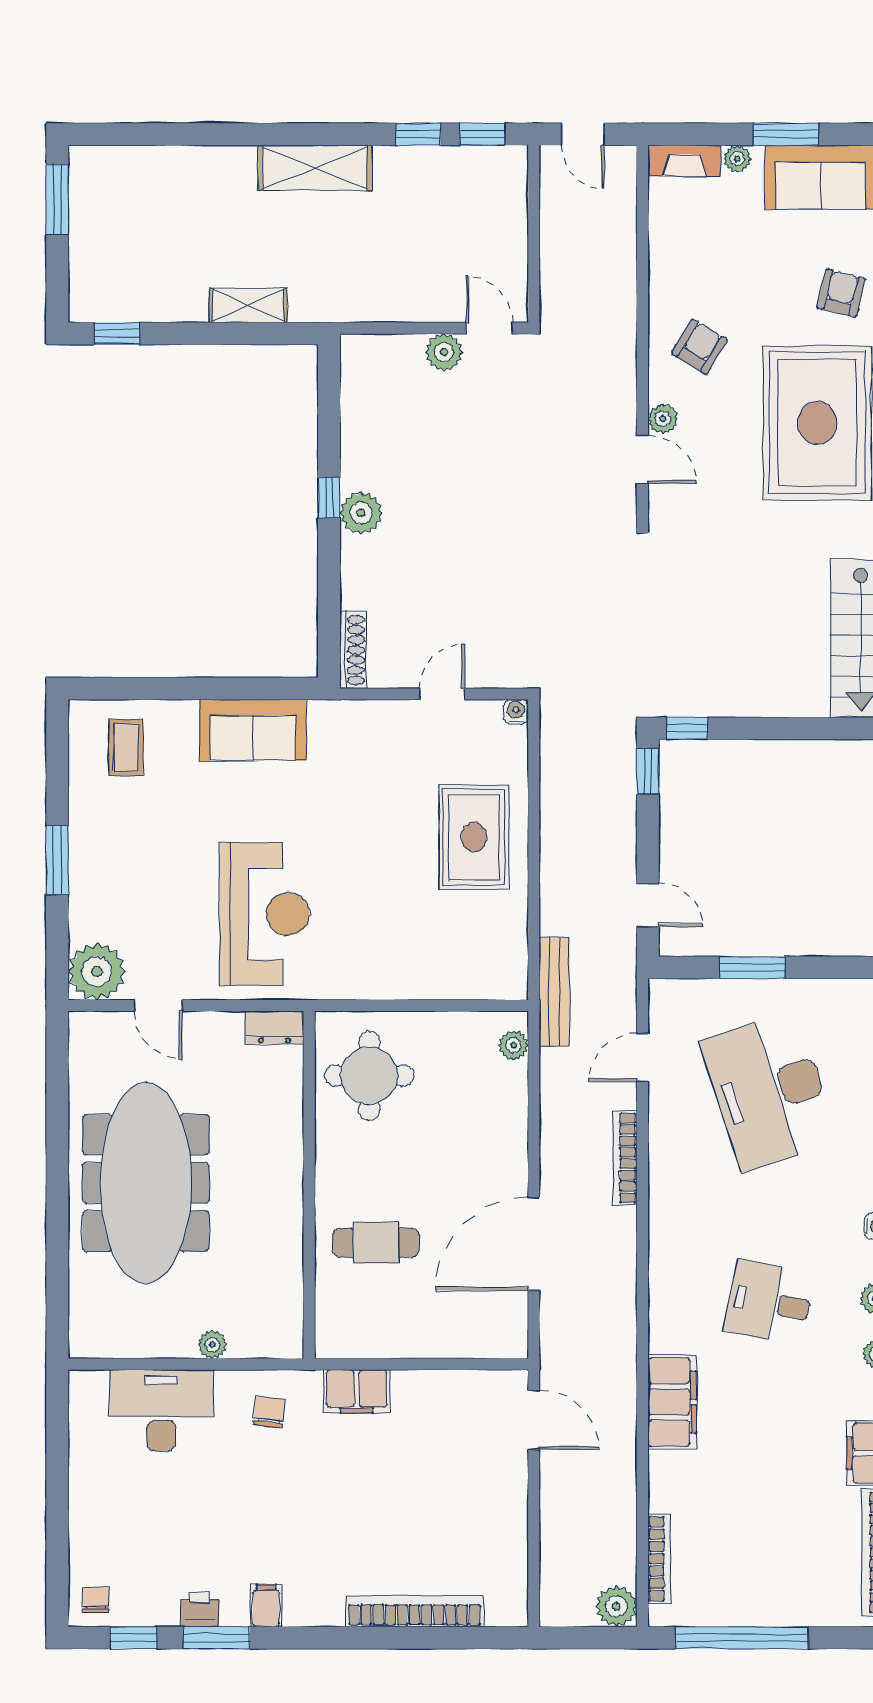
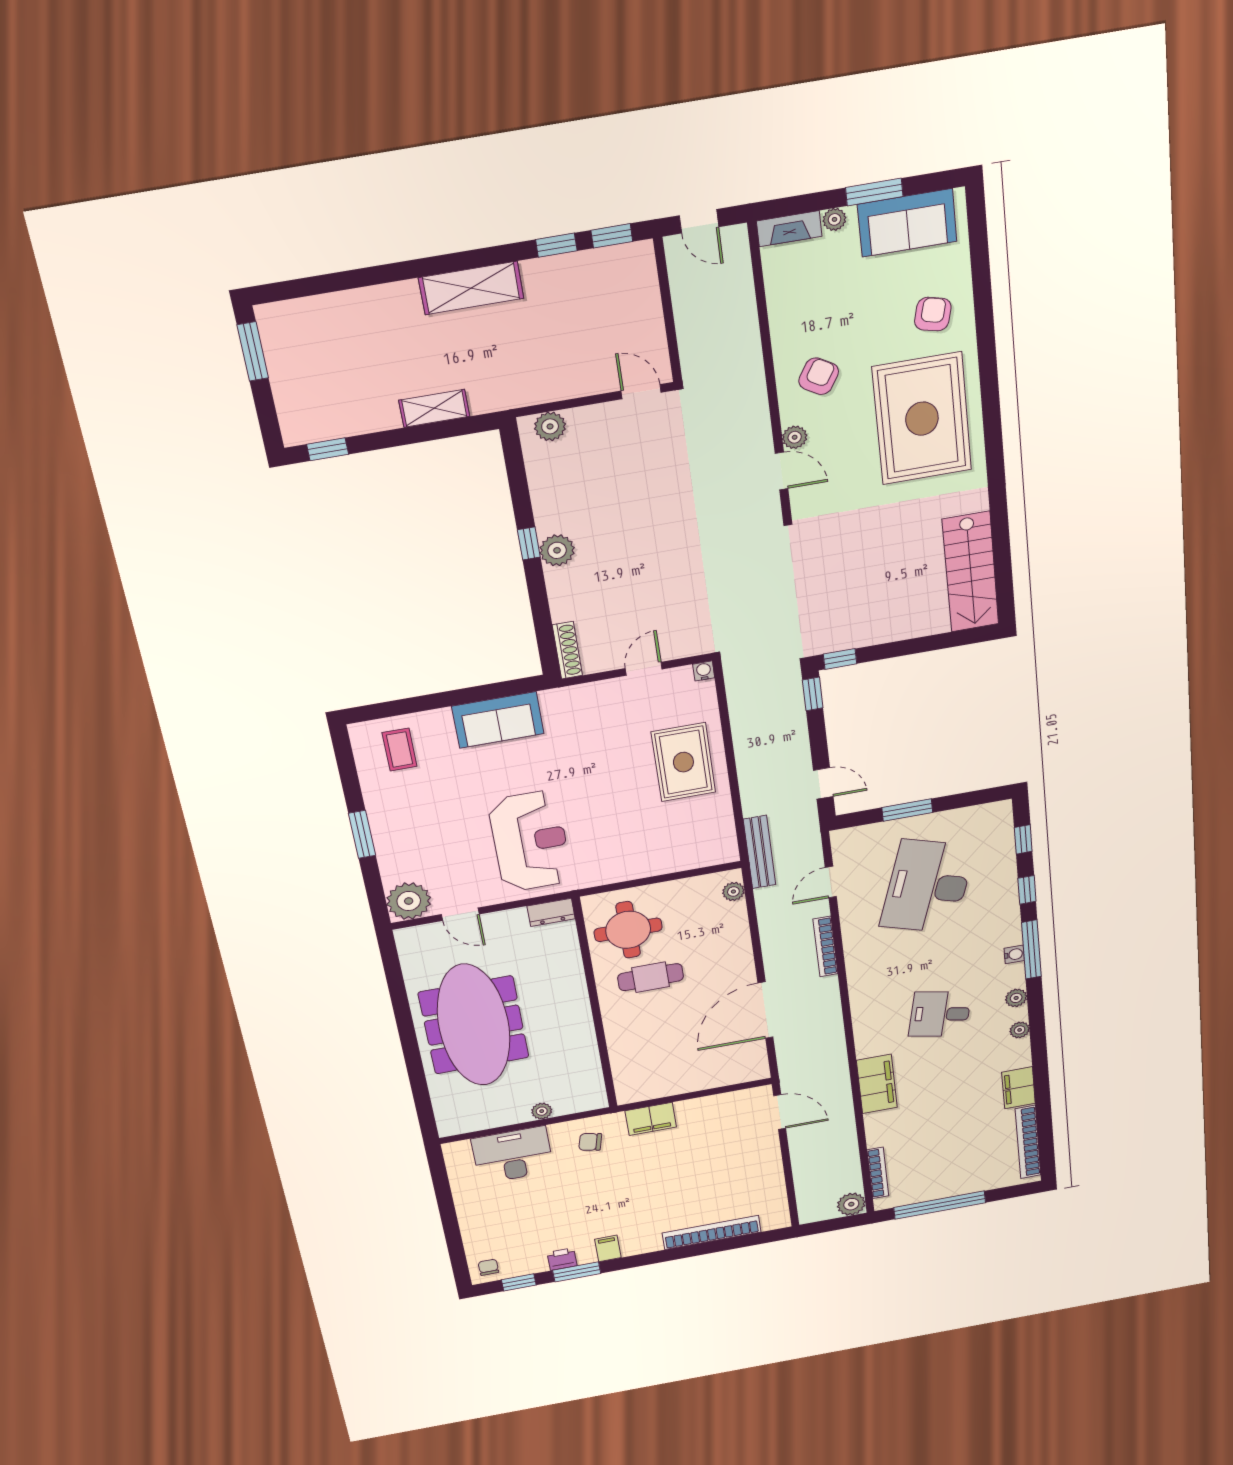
plant: (444, 352) -> (550, 426), moved
desk: (769, 1091) -> (928, 886), turned 36
cafe table: (376, 1243) -> (651, 977), moved
chair: (269, 1412) -> (590, 1142), turned -83

